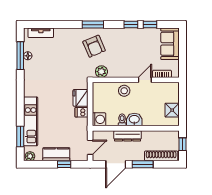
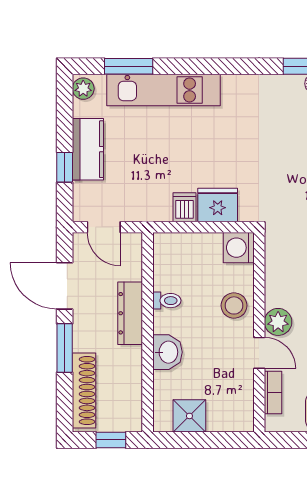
plant: (101, 72) -> (278, 322), moved
washing machine: (99, 119) -> (239, 248), moved, turned 90
washbasin: (134, 120) -> (168, 352), moved

